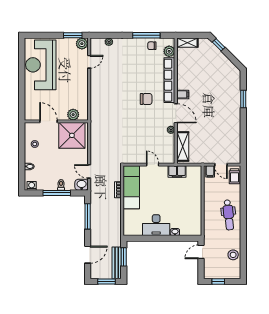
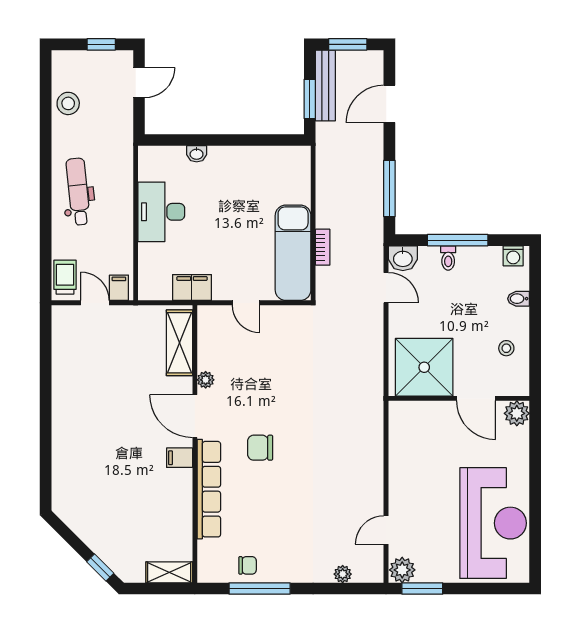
plant: (169, 51) -> (209, 553), removed
window: (243, 99) -> (46, 448), removed
plant: (73, 115) -> (517, 413), moved
desk: (156, 225) -> (161, 212), moved, turned -90
door: (201, 252) -> (139, 83), moved

